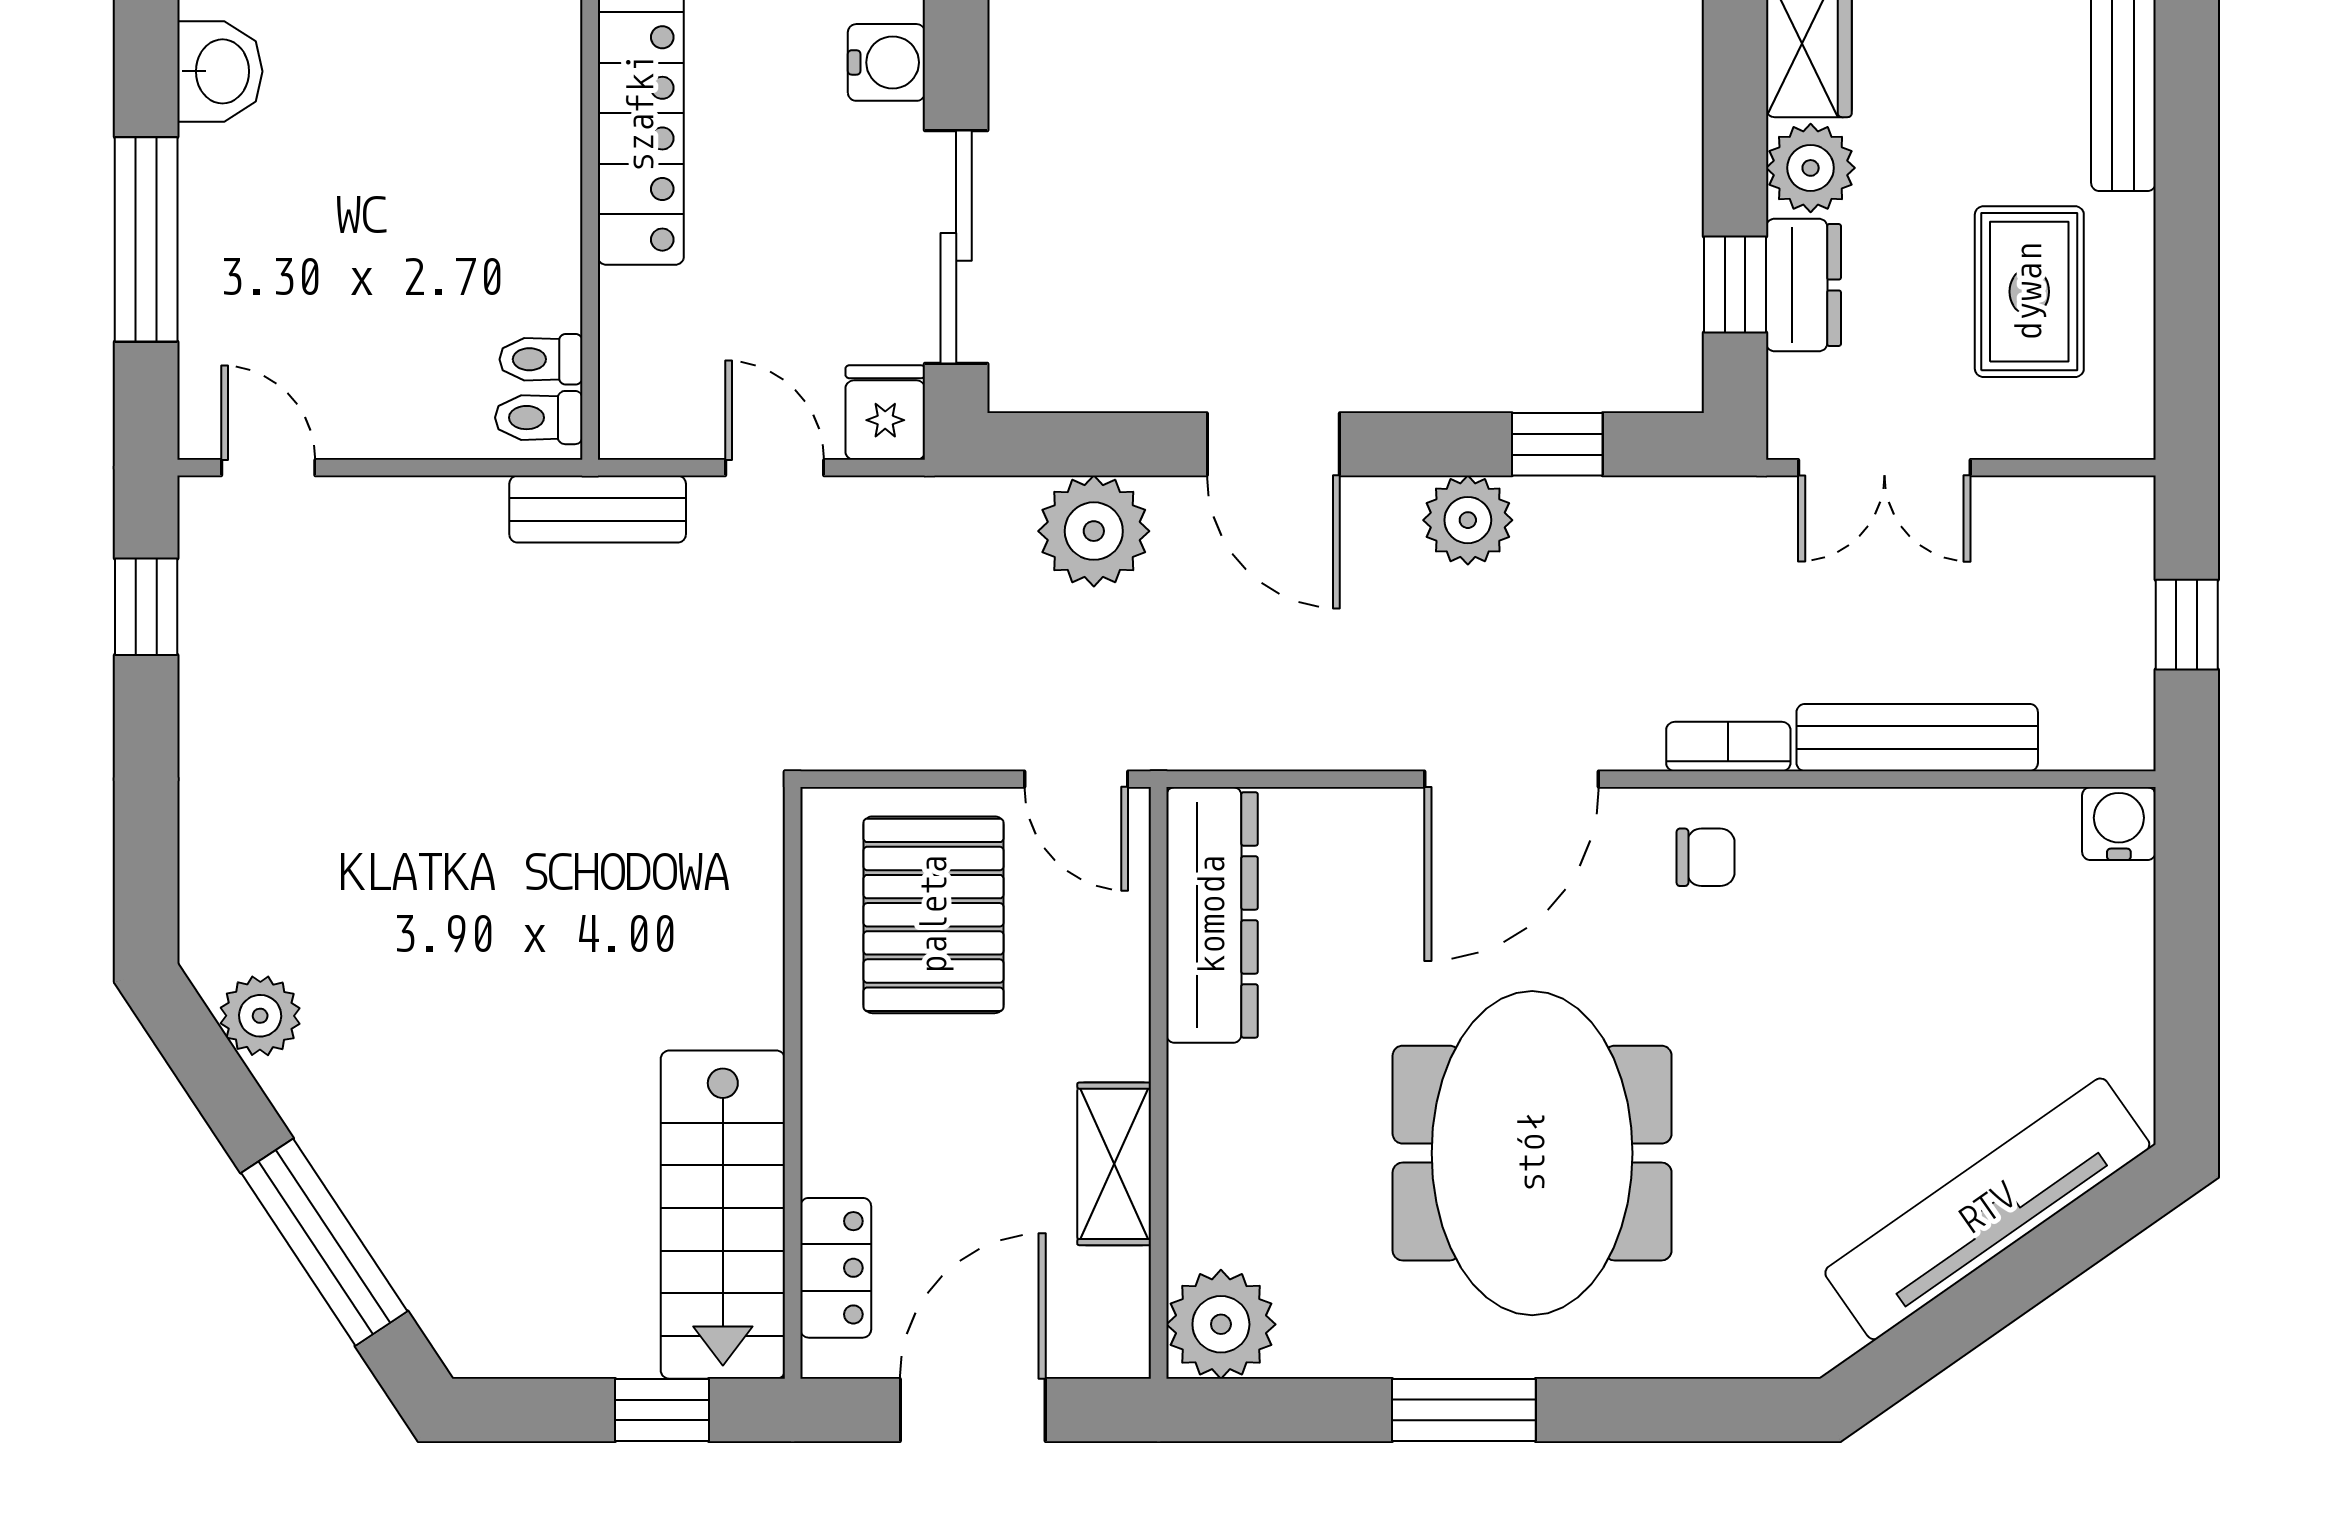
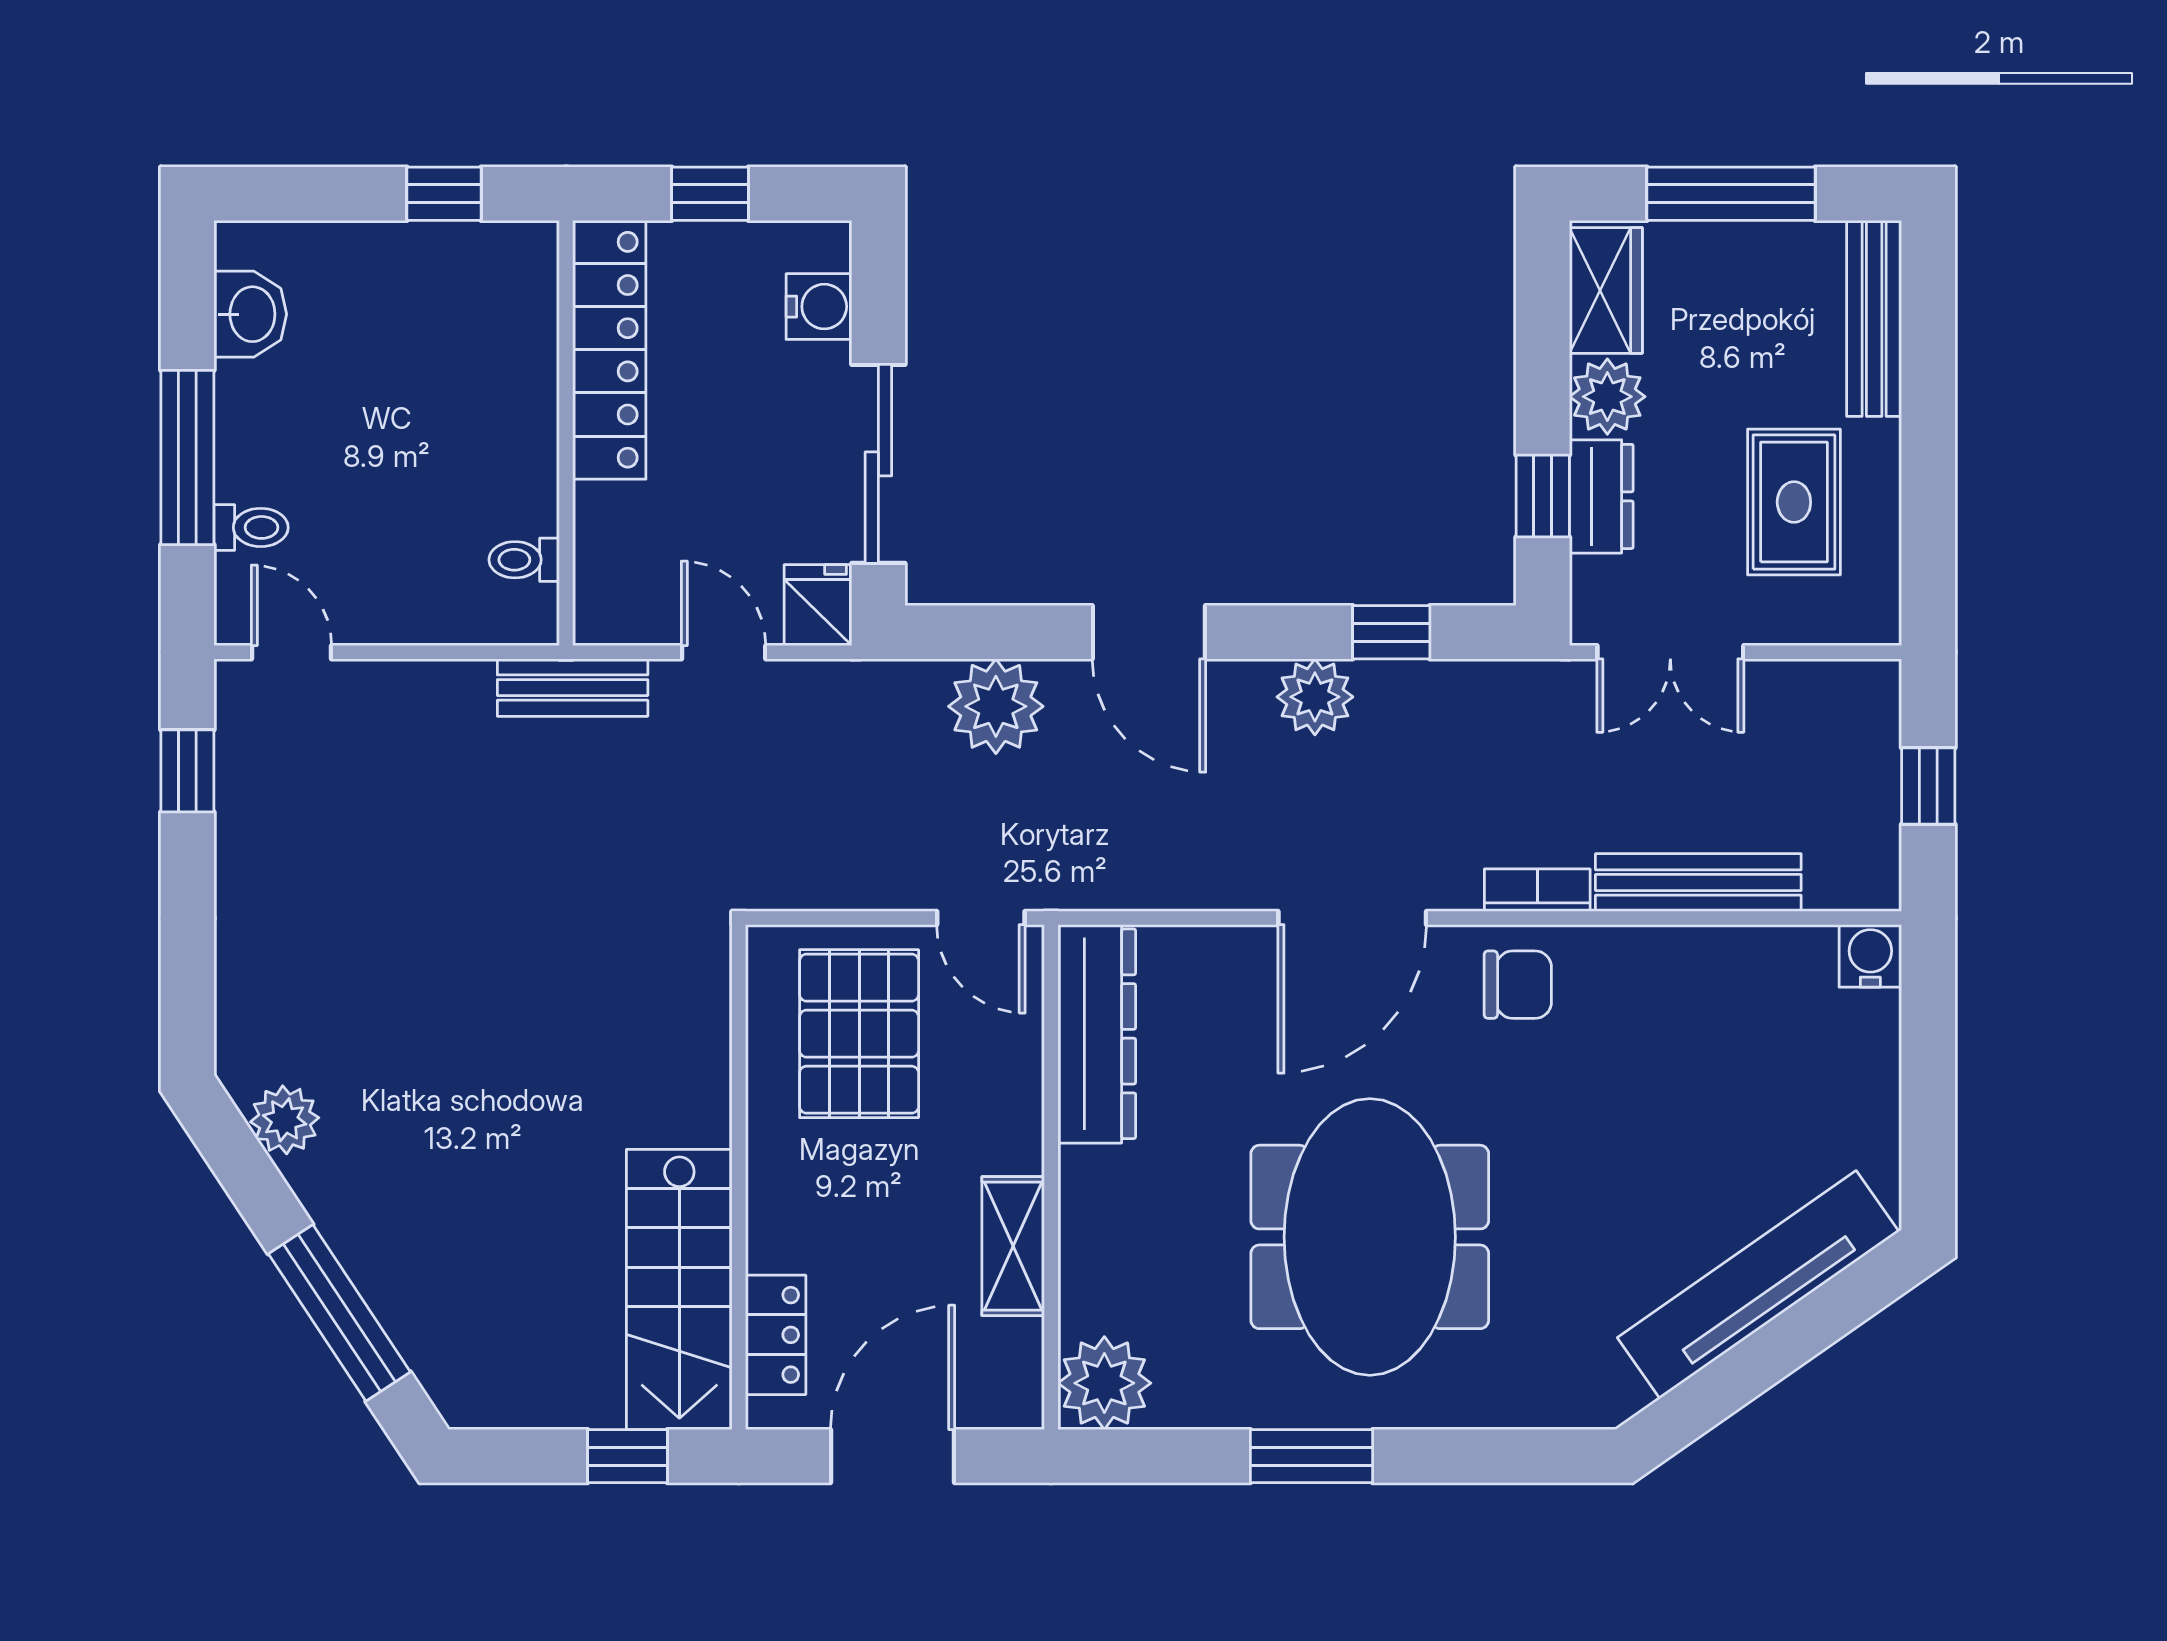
toilet: (539, 418) -> (251, 527), moved, turned 180
chair: (1706, 857) -> (1518, 985), width x1.37, depth x1.37

